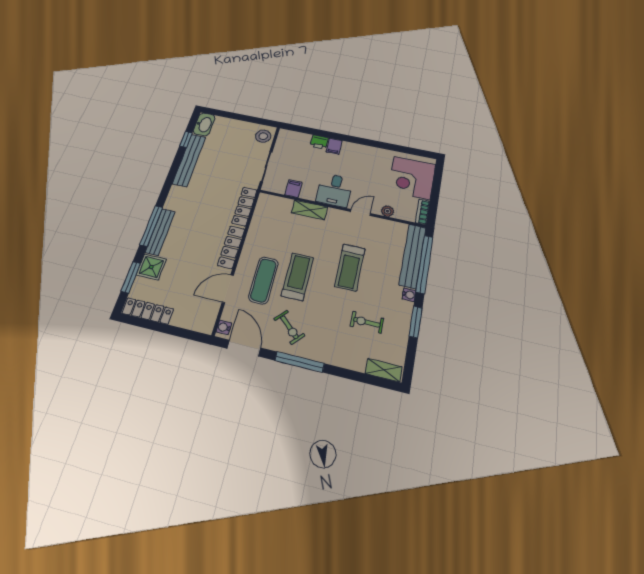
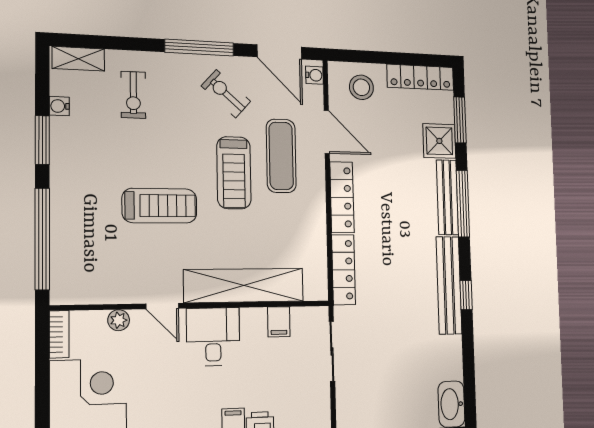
stool: (263, 136) -> (361, 87), moved
window: (186, 139) -> (466, 295), moved
bench: (189, 160) -> (449, 285), moved
shelving: (309, 210) -> (244, 285), width x2.20, depth x1.33
door: (360, 212) -> (162, 306), hinge flipped
bench: (413, 256) -> (64, 249), removed
treadmill: (350, 267) -> (160, 206), turned 90
door: (228, 289) -> (327, 132), hinge flipped
water cooler: (409, 295) -> (59, 106), moved
exercise bike: (367, 322) -> (133, 95), moved, turned 90

